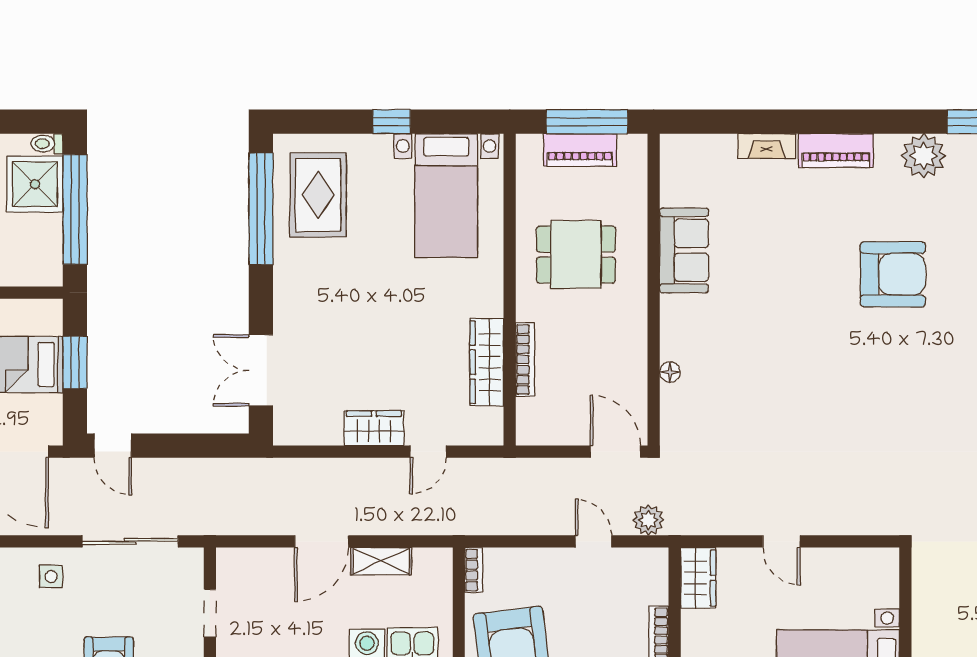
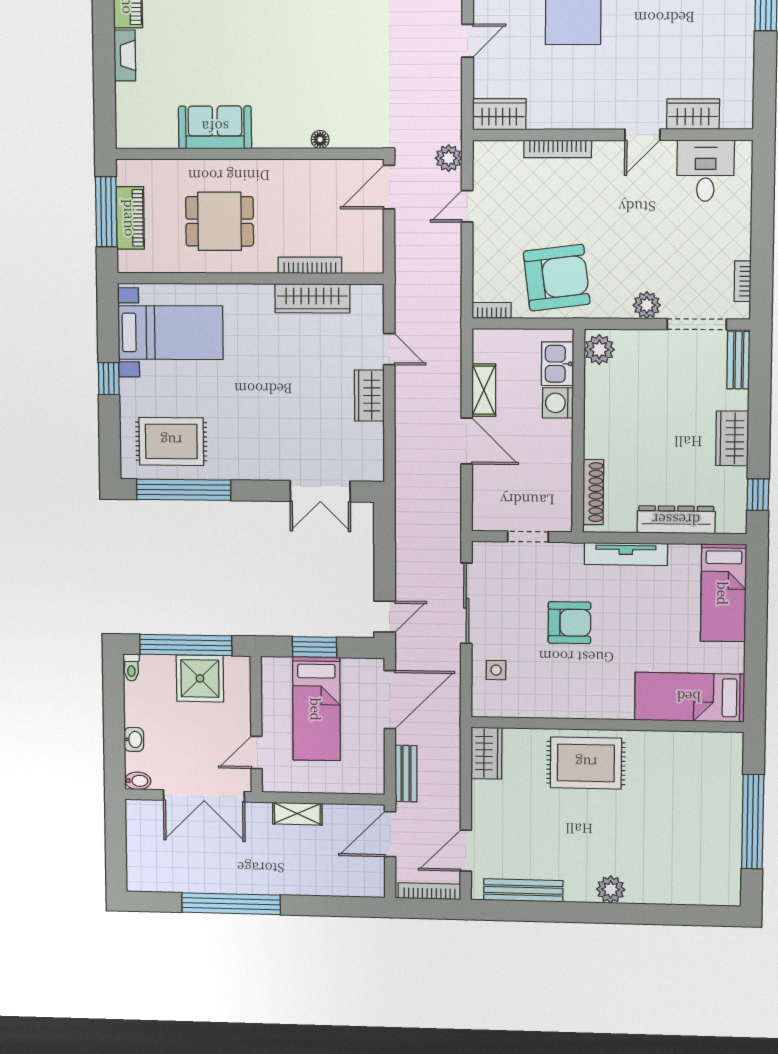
shower: (35, 184) -> (200, 678), moved
dining table: (576, 255) -> (220, 221), turned 90

